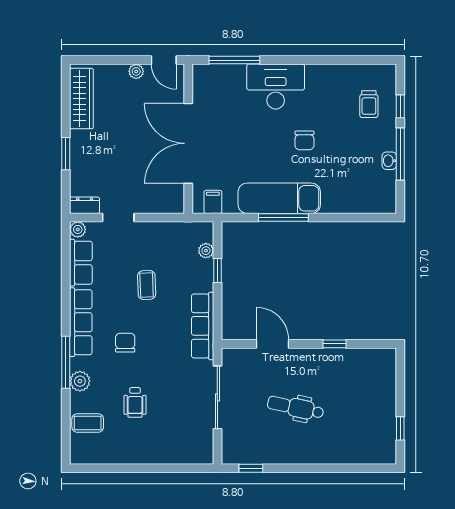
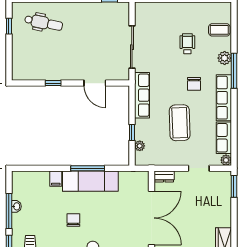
window: (66, 154) -> (234, 186), moved
filing cabinet: (213, 202) -> (56, 179), moved
dresser: (85, 205) -> (164, 176), moved
coffee table: (147, 285) -> (180, 123), width x1.86, depth x1.72
dental chair: (296, 408) -> (44, 23), moved

